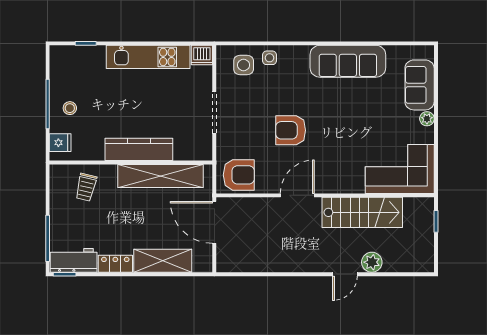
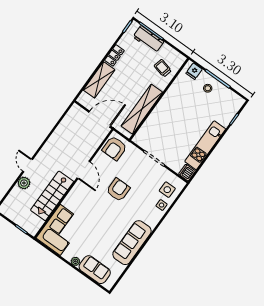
kitchen counter: (139, 149) -> (163, 108), removed
workbench: (74, 260) -> (148, 39), moved, turned 90

